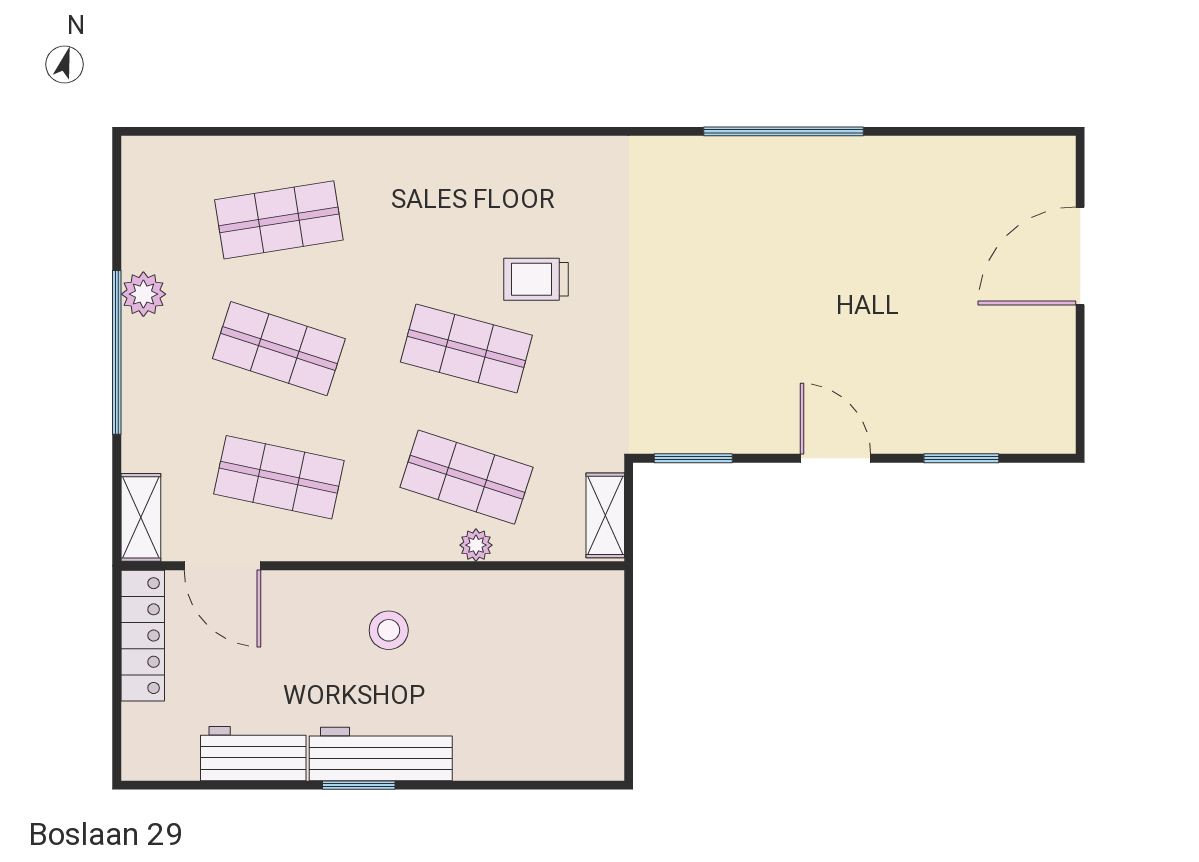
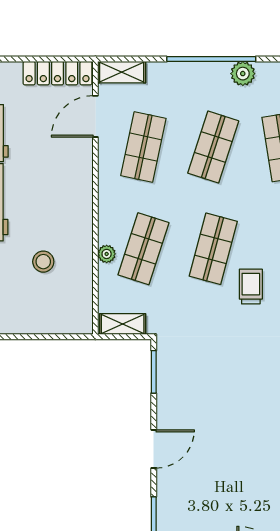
stool: (389, 630) -> (43, 262), moved

